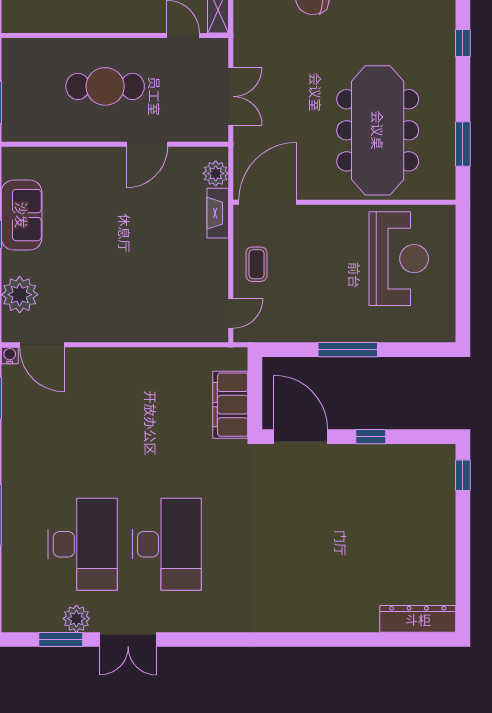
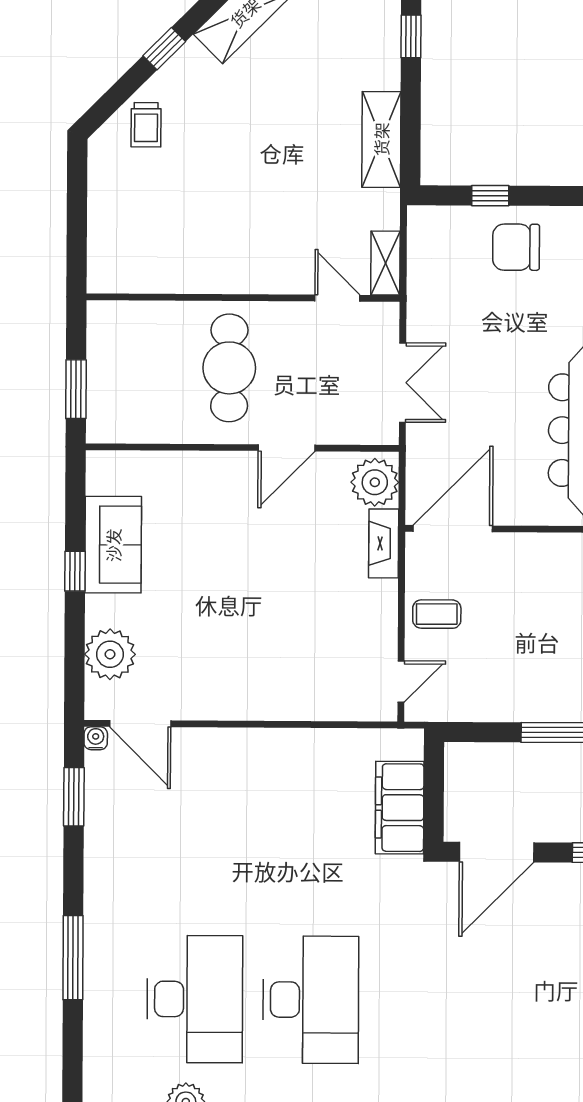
cafe table: (105, 86) -> (229, 368), turned 90
plant: (216, 173) -> (375, 482), width x1.36, depth x1.36
coffee table: (257, 264) -> (437, 614), turned 90
door: (301, 437) -> (497, 852), swing flipped

